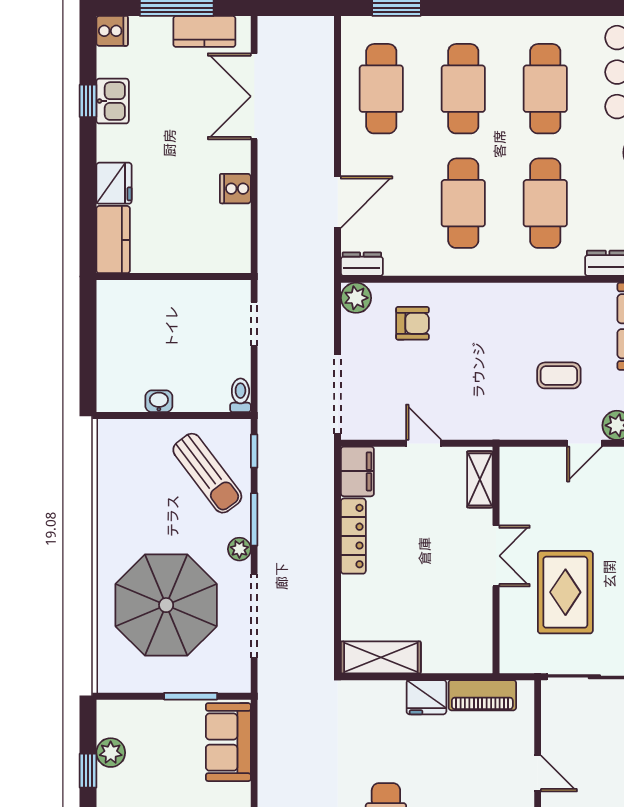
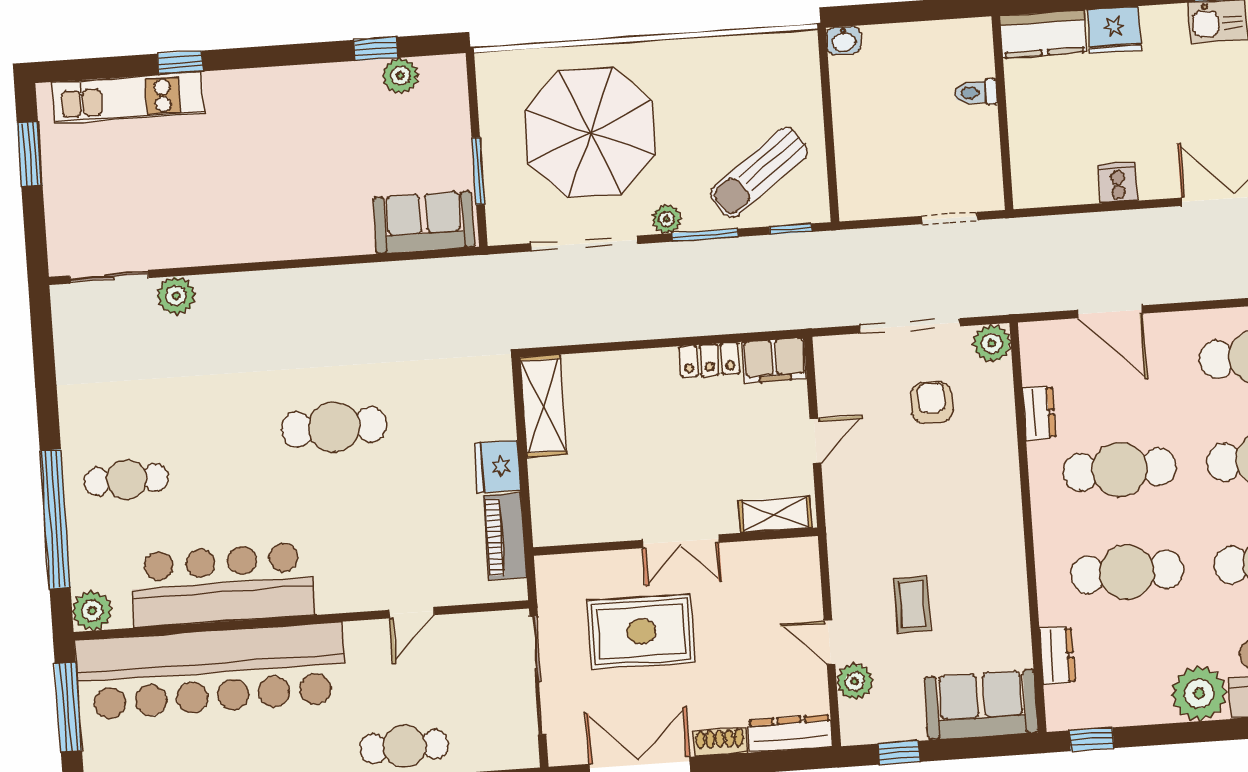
dresser: (362, 264) -> (1039, 413), moved
armchair: (413, 323) -> (932, 403), moved, turned 180
doorway: (338, 394) -> (910, 326), moved
toilet: (240, 395) -> (976, 92), moved, turned 180
washbasin: (159, 401) -> (844, 40), moved, turned 90
locker: (353, 536) -> (709, 360), width x0.66

